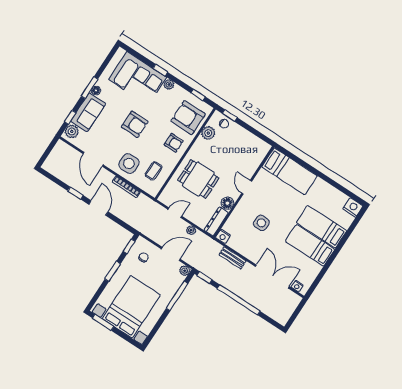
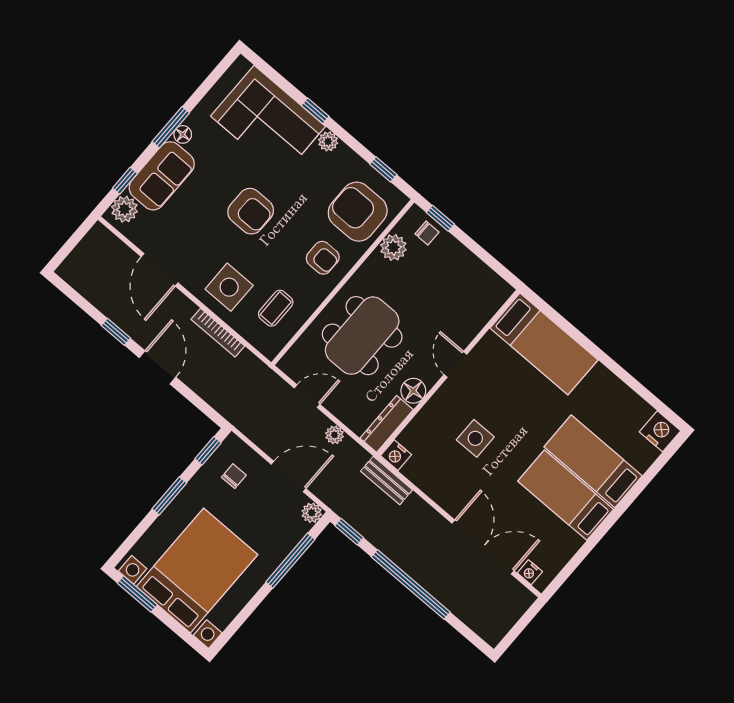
dining table: (198, 179) -> (362, 336), width x1.38
bench: (233, 258) -> (387, 480), moved

